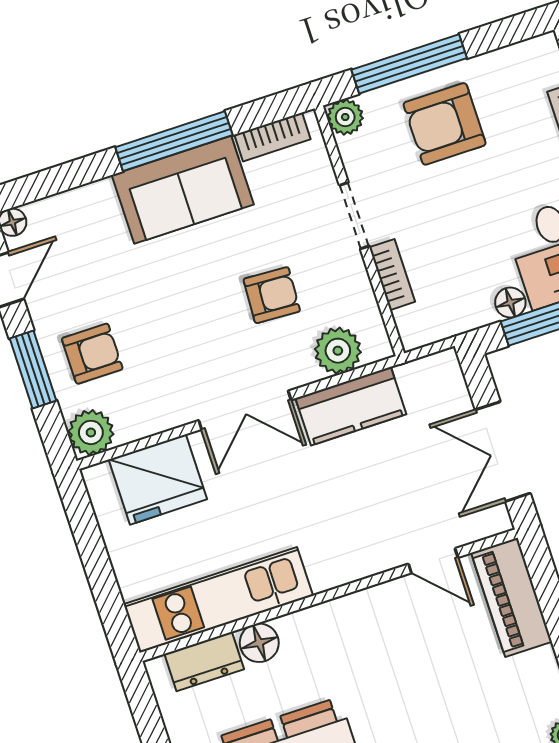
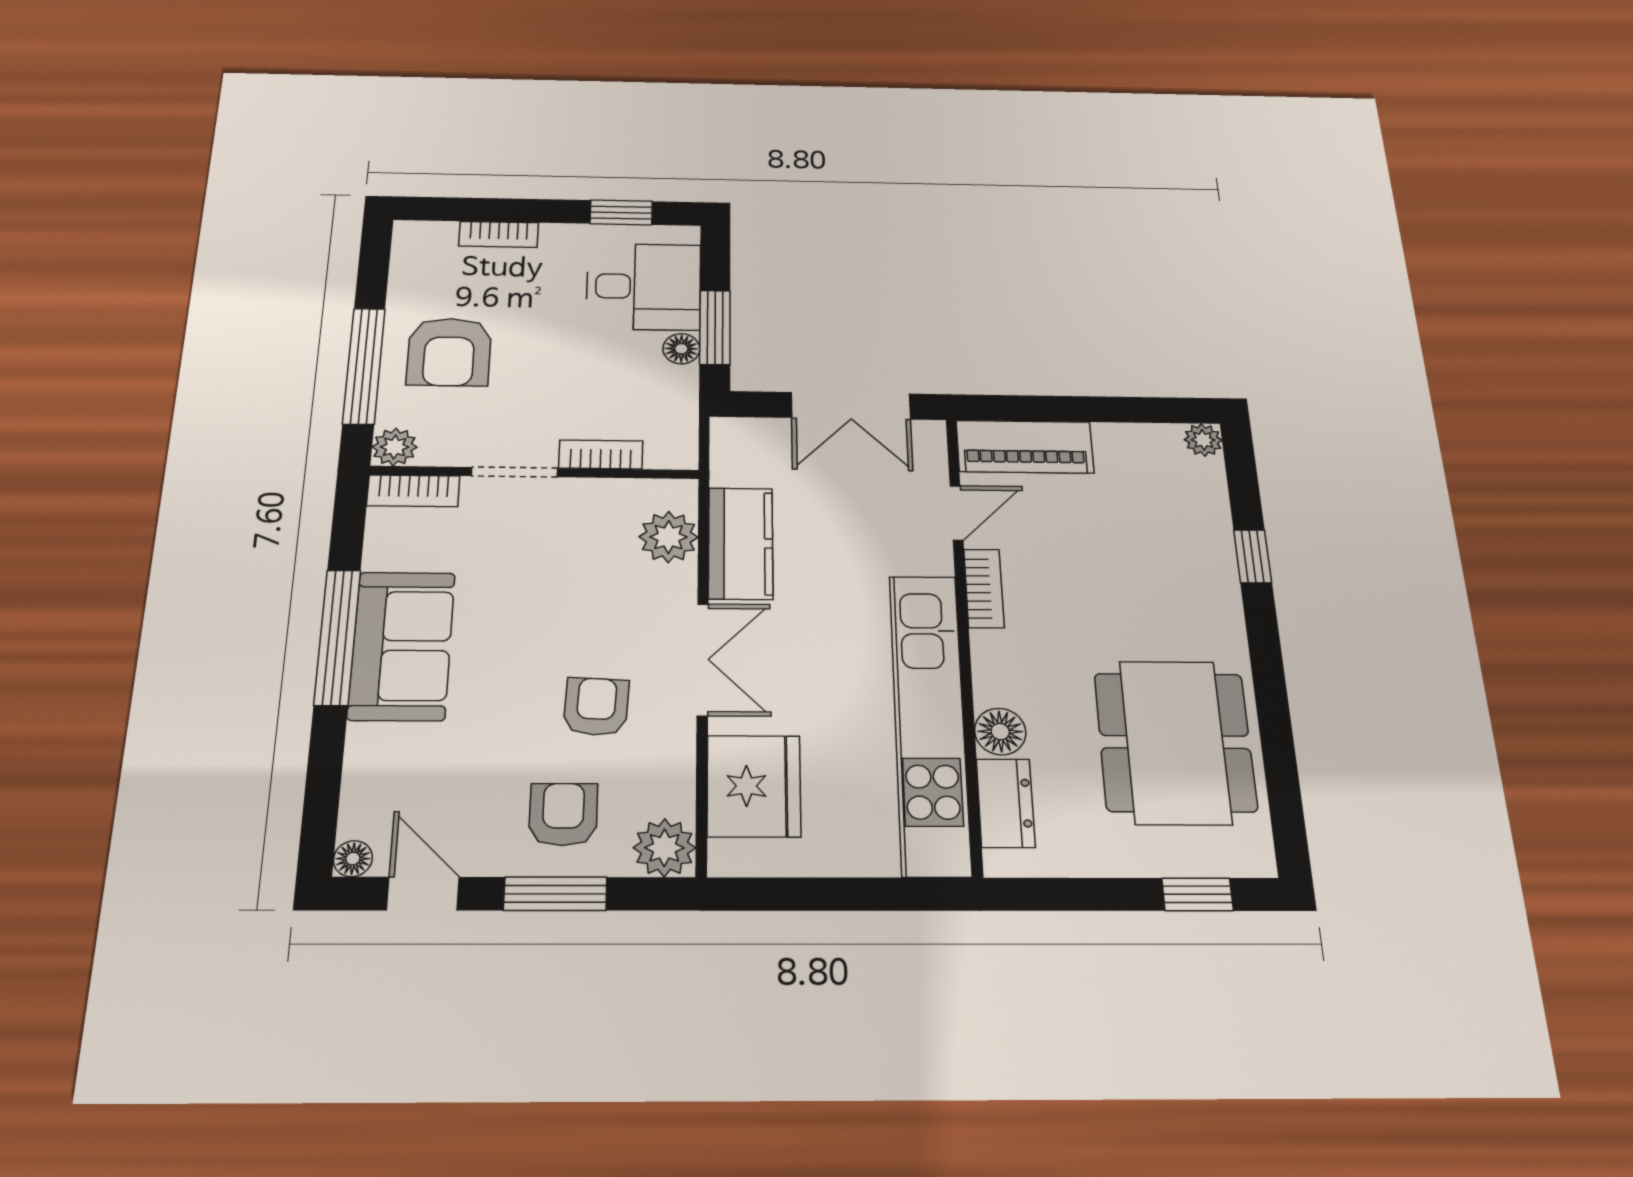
bookcase: (272, 137) -> (413, 491), moved, turned 90
armchair: (272, 295) -> (596, 707), moved
bookcase: (374, 599) -> (984, 588), added
kitchen unit: (218, 600) -> (929, 722), width x1.36

